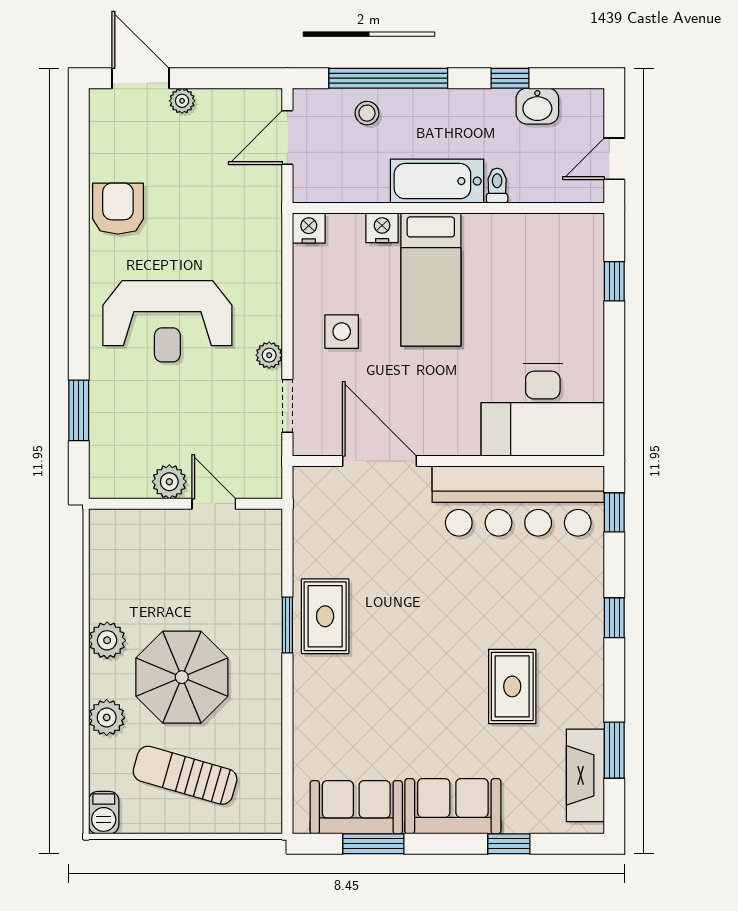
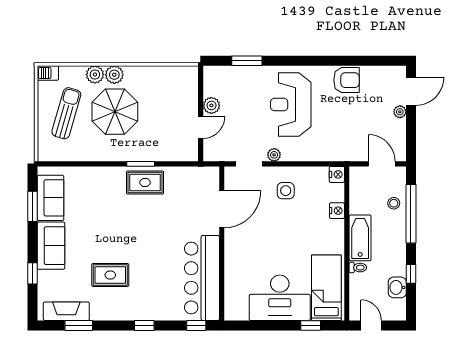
bed: (431, 280) -> (326, 288), moved, turned 90
desk: (543, 410) -> (280, 298), moved, turned -90
plant: (107, 640) -> (114, 75), moved

